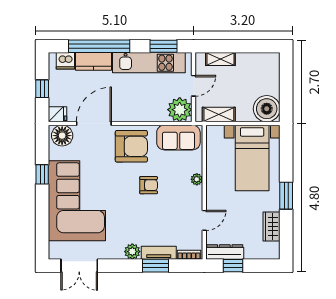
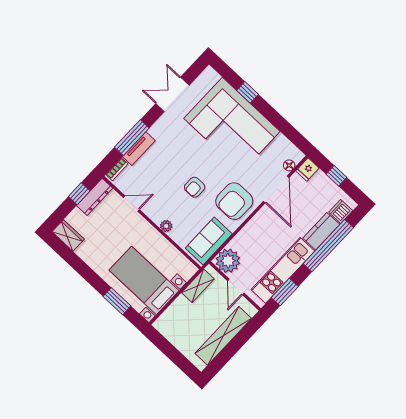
shelving: (220, 59) -> (223, 336), width x2.20, depth x1.33
boiler: (267, 109) -> (170, 324), removed
floor lamp: (62, 136) -> (289, 165), width x0.53, depth x0.53
window: (42, 174) -> (248, 92), moved
window: (286, 196) -> (117, 301), moved
door: (204, 220) -> (131, 204), swing flipped
wardrobe: (272, 227) -> (68, 235), moved
plant: (132, 252) -> (158, 130), removed
double door: (79, 266) -> (172, 94), moved
window: (155, 266) -> (132, 138), width x1.44

